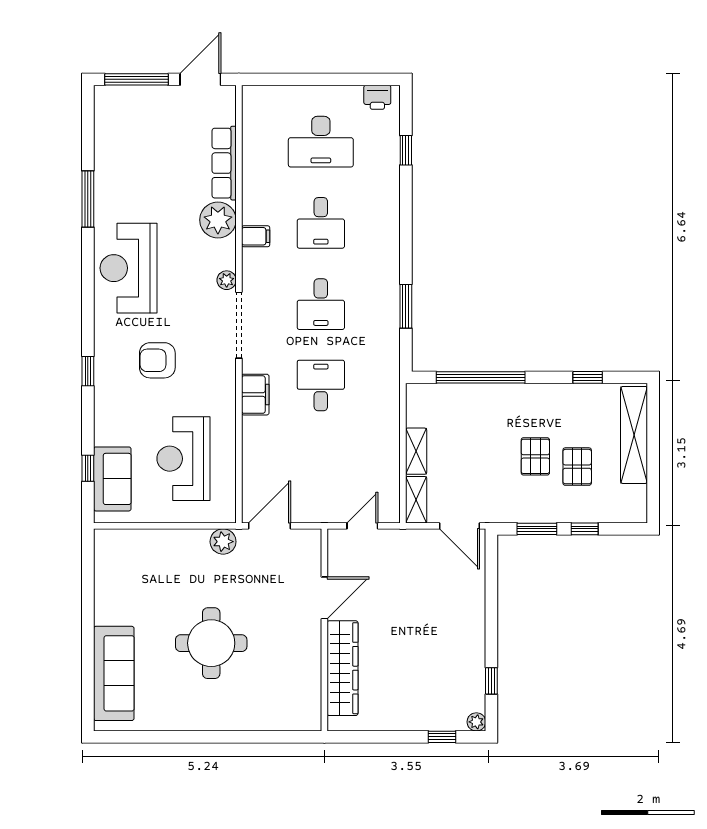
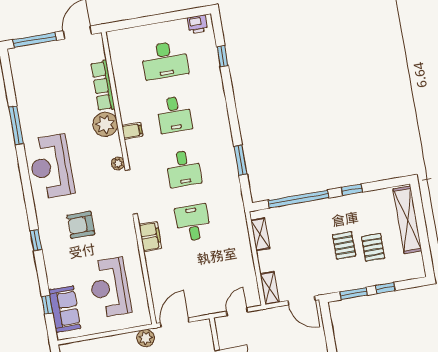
window: (588, 377) -> (352, 190), moved
shelving: (416, 451) -> (260, 234), moved

